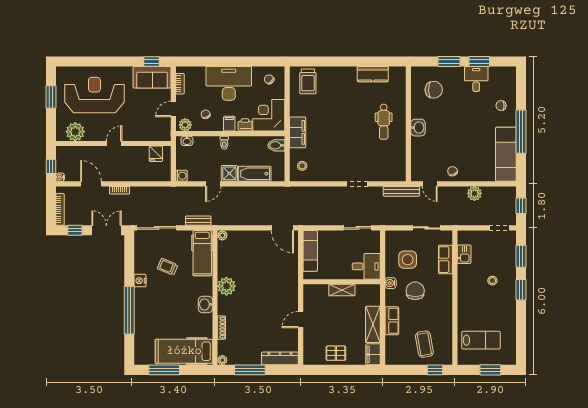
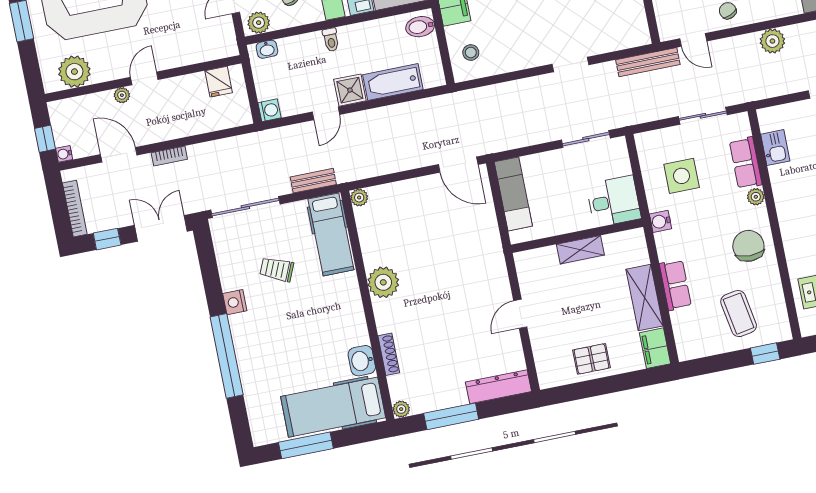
plant: (99, 150) -> (122, 95), added
plant: (447, 280) -> (756, 197), added
chair: (415, 291) -> (748, 246), moved
washbasin: (205, 304) -> (362, 361), moved

